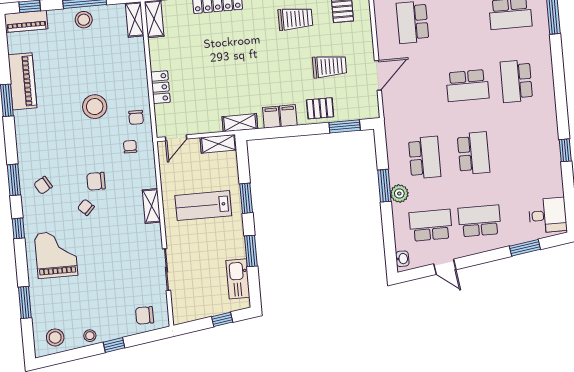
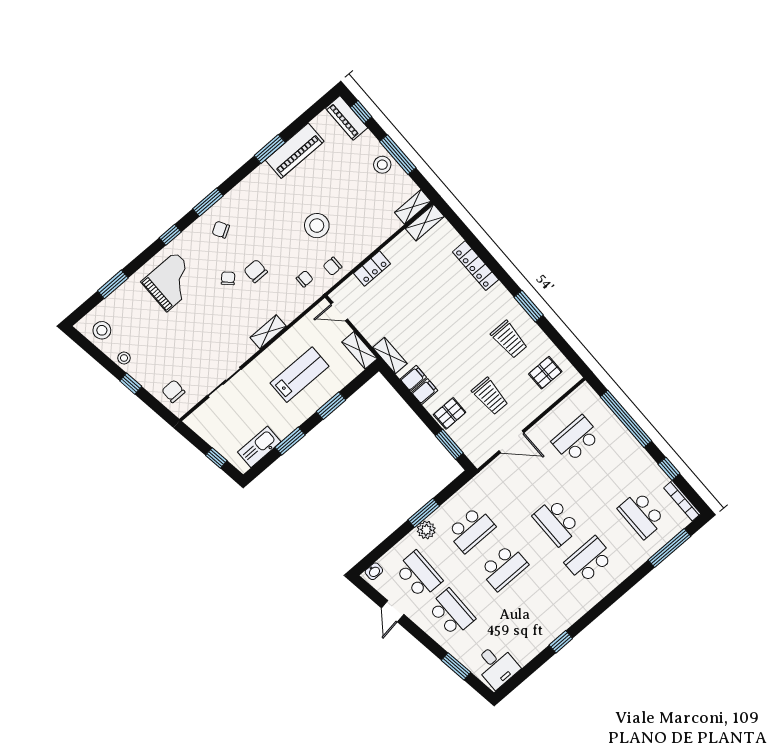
pallet: (320, 108) -> (450, 413), turned 90
lab bench: (203, 206) -> (299, 375), turned 90

